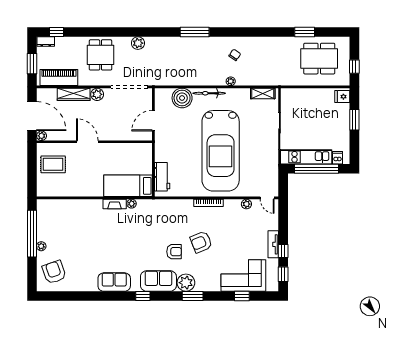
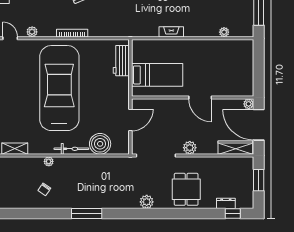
dresser: (46, 42) -> (226, 203), moved
piano: (59, 78) -> (230, 165), removed
wardrobe: (74, 94) -> (235, 148), moved
rug: (53, 164) -> (236, 74), removed
bed: (128, 186) -> (157, 75), moved
plant: (132, 204) -> (224, 32), moved

